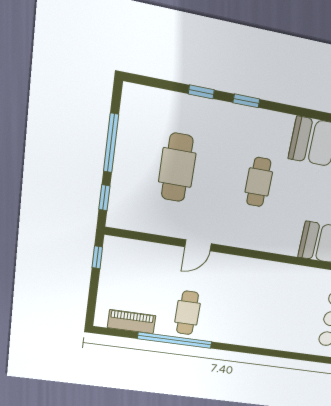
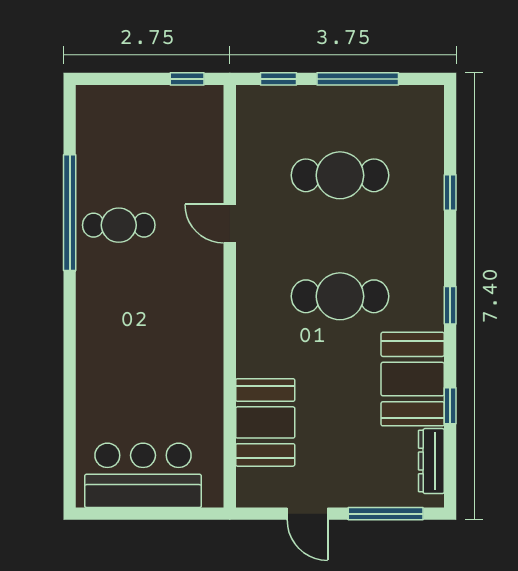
window: (246, 101) -> (450, 305), moved
cafe table: (259, 182) -> (340, 296), width x1.37, depth x1.35
piano: (132, 322) -> (91, 142), removed

